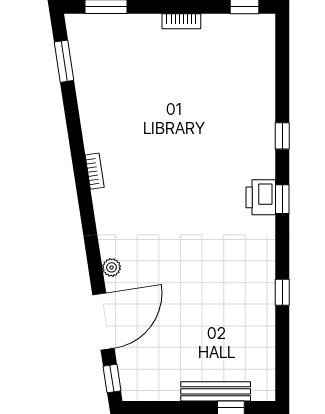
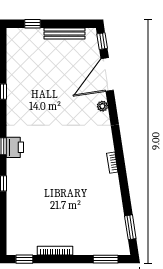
bookcase: (181, 21) -> (55, 251), width x1.56
bench: (216, 391) -> (65, 34), moved

